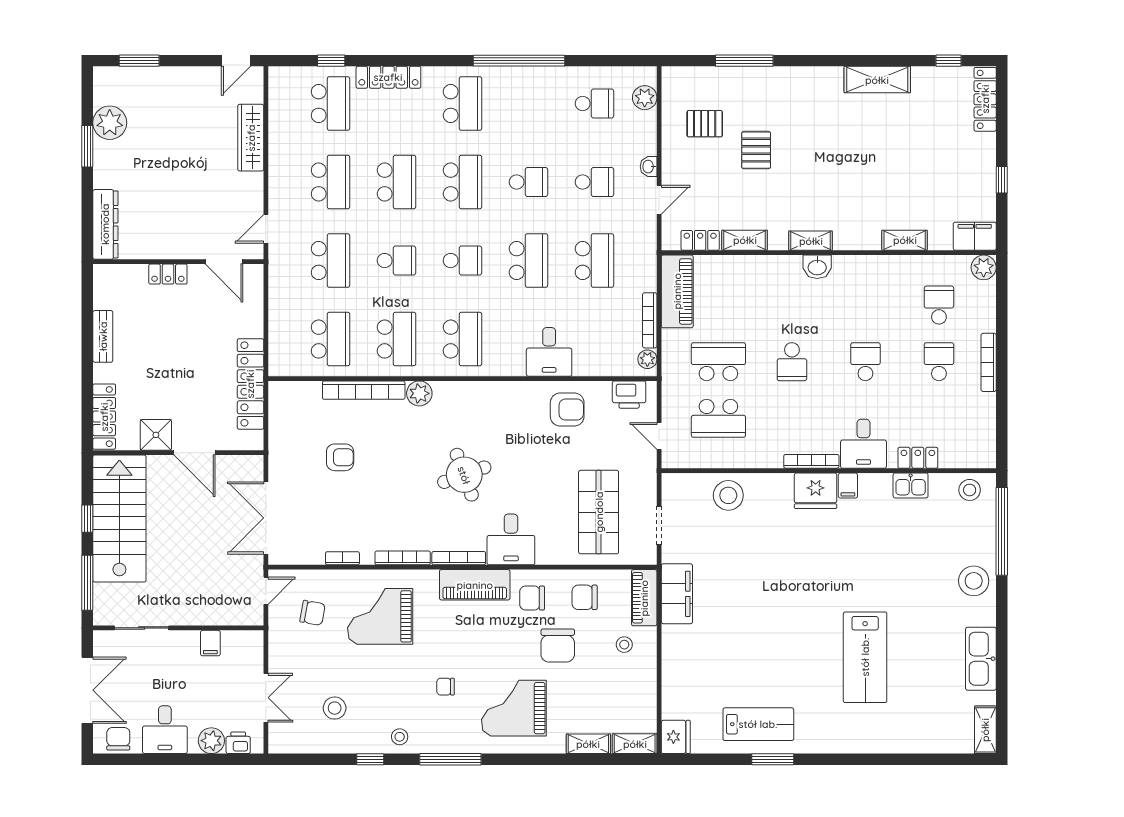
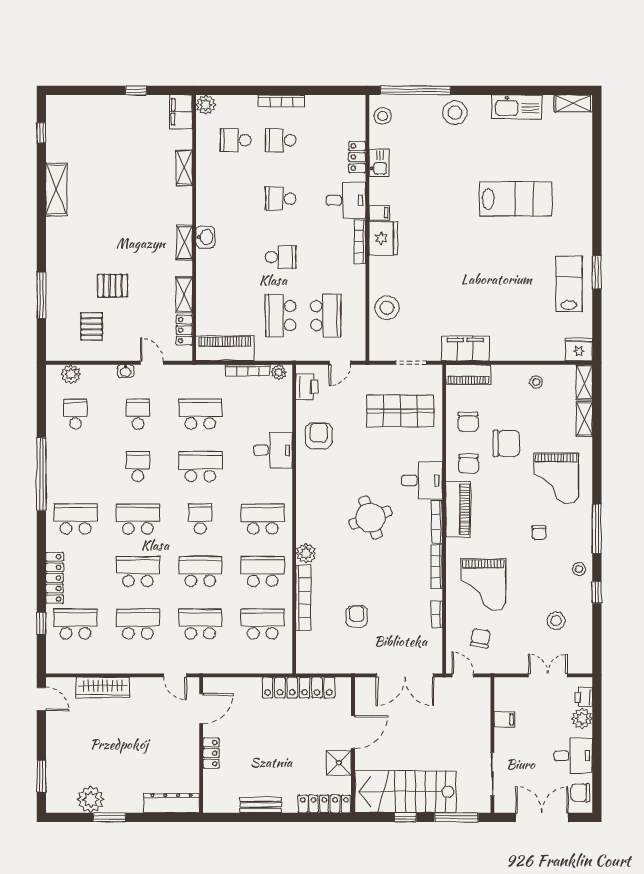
locker: (985, 99) -> (72, 104), removed
school desk: (397, 261) -> (200, 571), width x1.85
stool: (624, 645) -> (536, 382), moved

